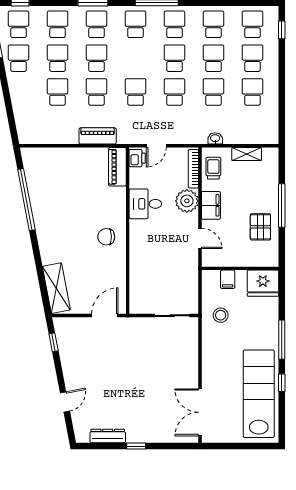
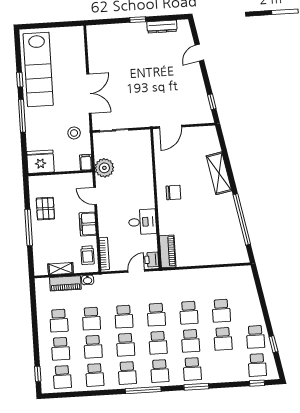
school desk: (58, 24) -> (158, 343), moved
piano: (98, 136) -> (65, 283), moved
plant: (187, 201) -> (104, 168), moved
filing cabinet: (228, 279) -> (86, 162), moved
shelving: (56, 288) -> (219, 173), moved
double door: (200, 412) -> (89, 94), moved

